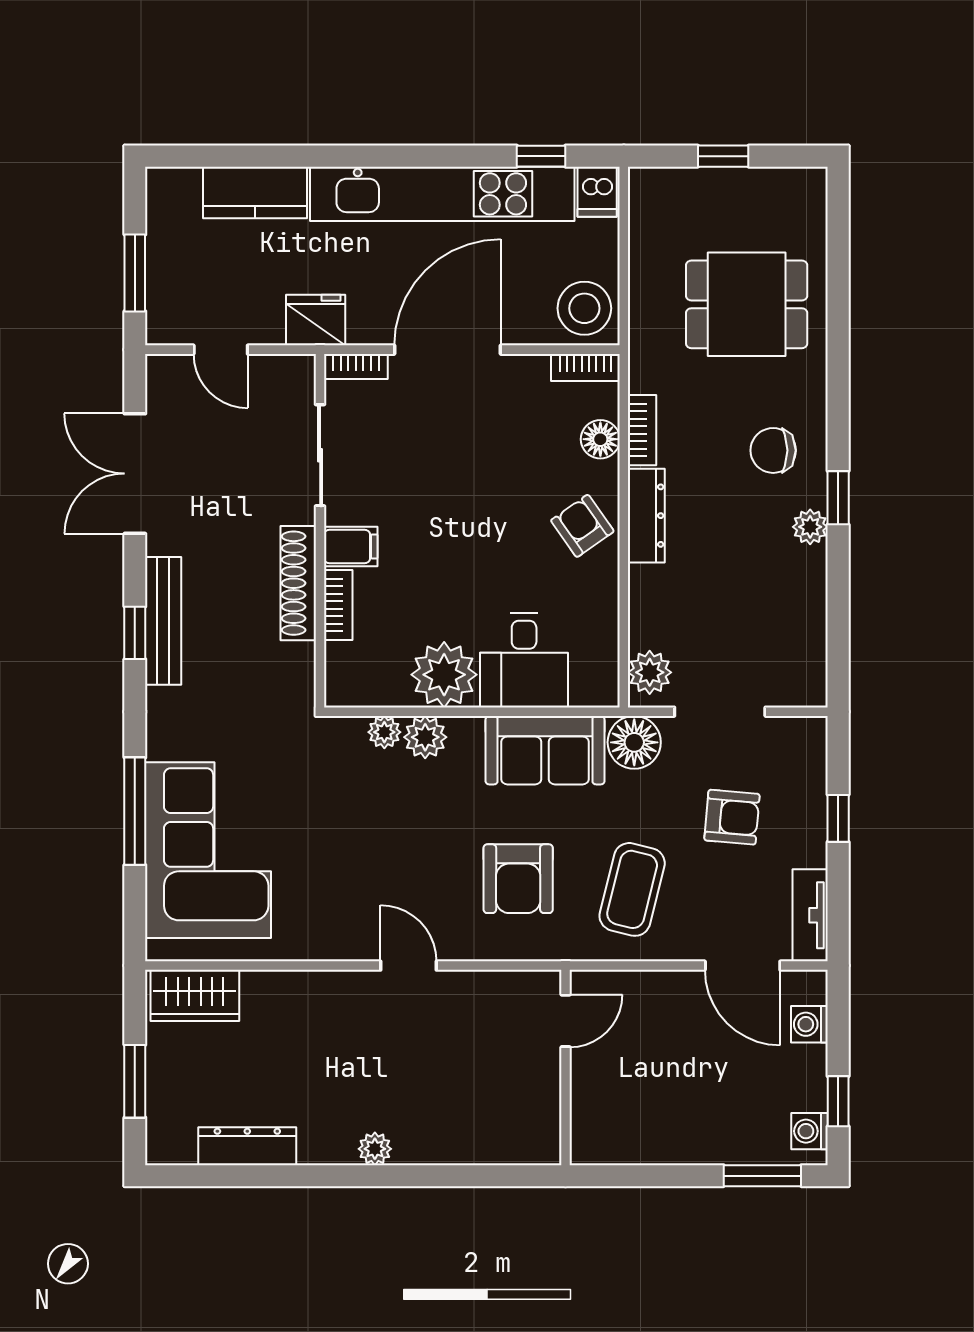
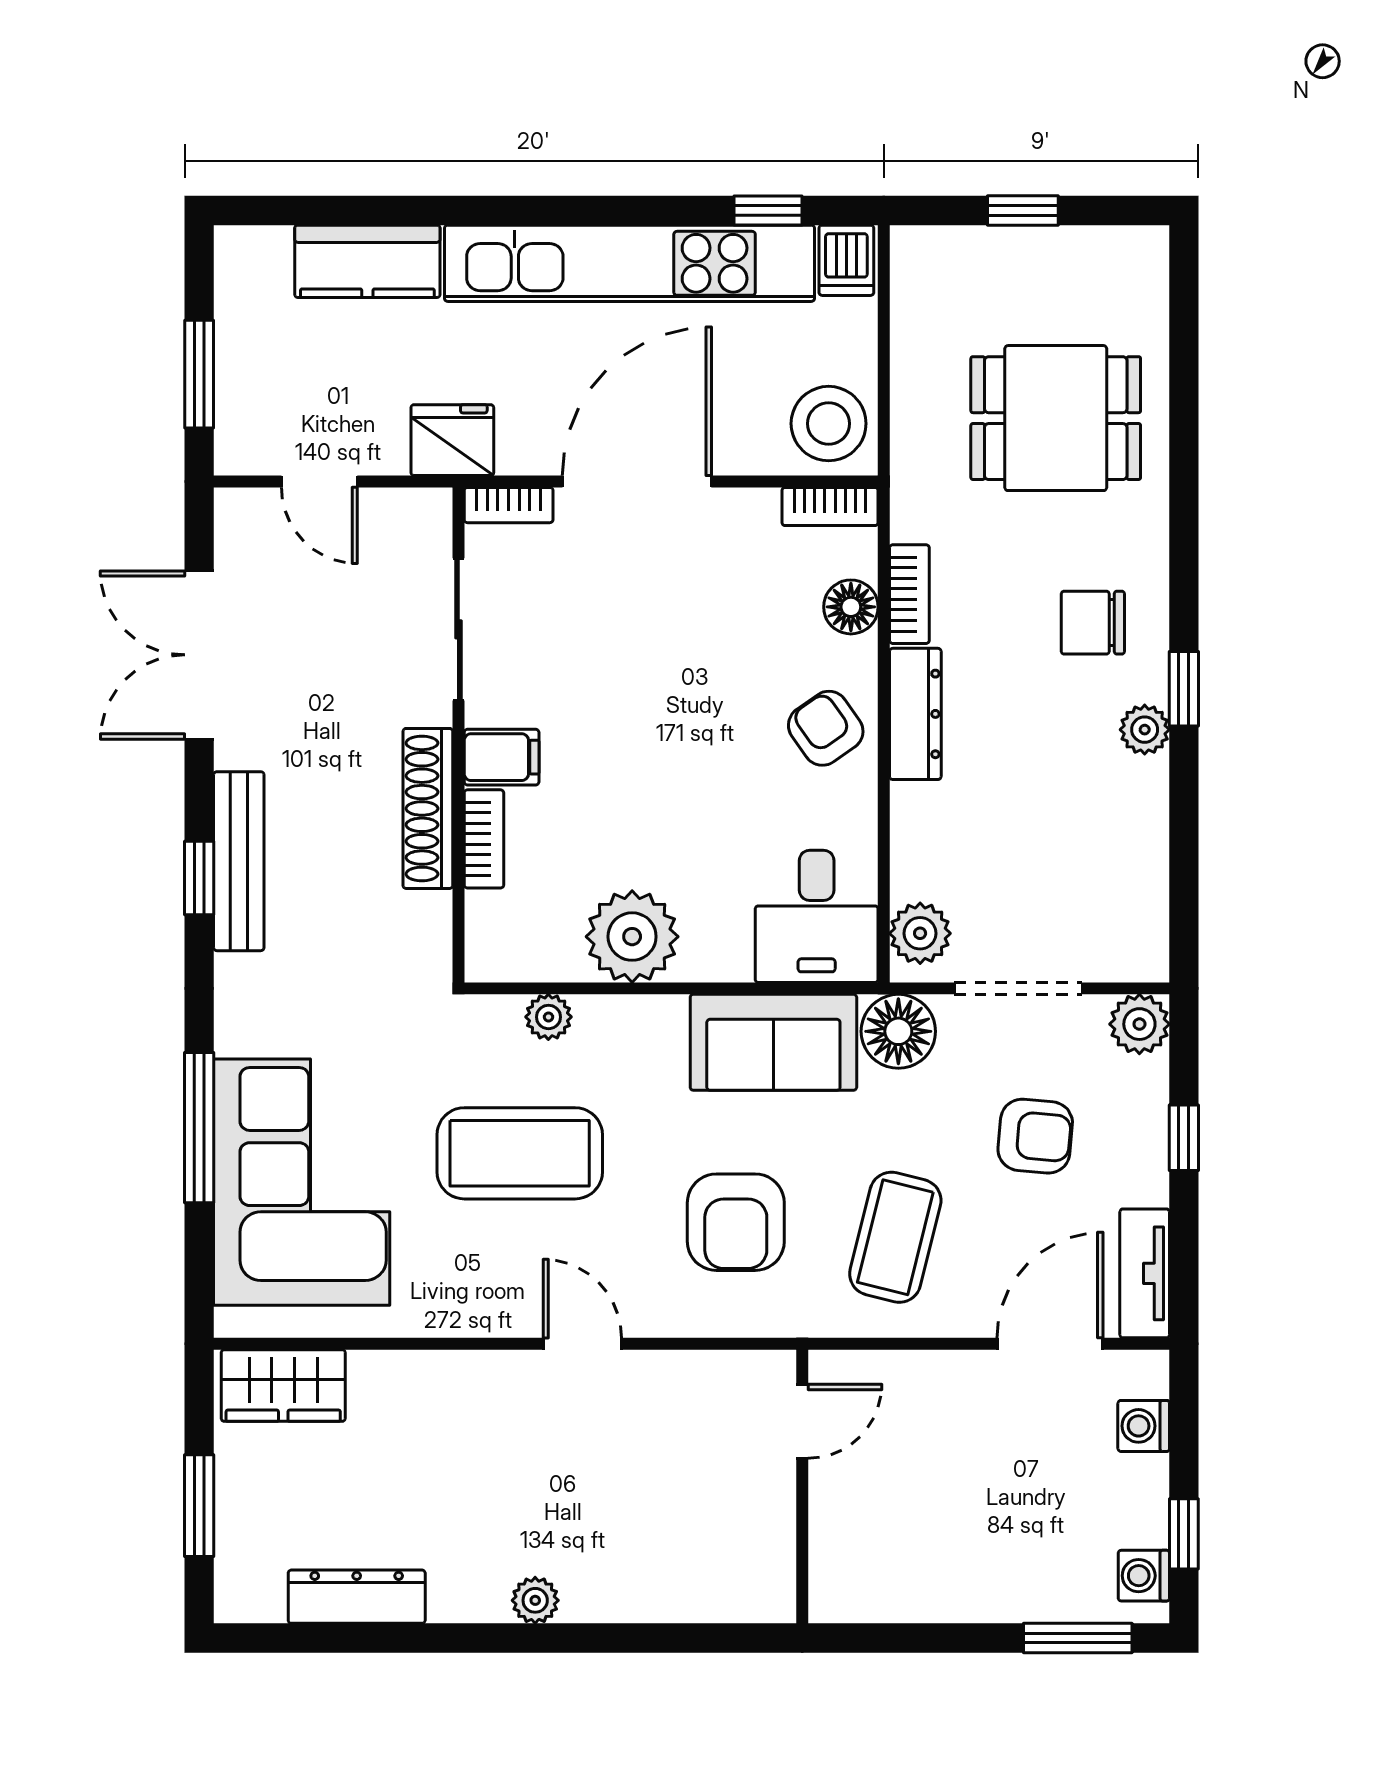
desk: (524, 660) -> (817, 916), moved
plant: (425, 737) -> (1139, 1024), moved
coffee table: (364, 830) -> (520, 1153), added
door: (743, 966) -> (1050, 1344), swing flipped

